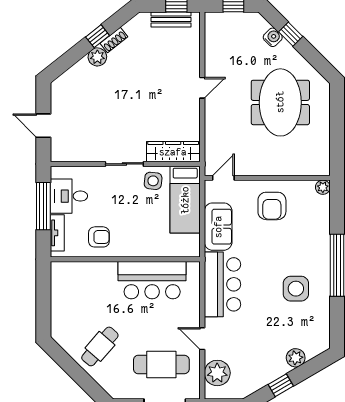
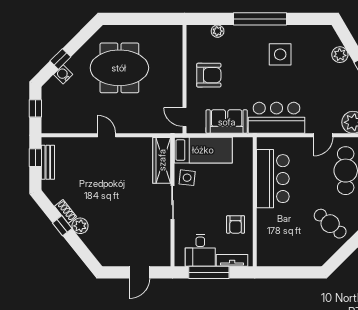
plant: (323, 187) -> (218, 31), moved
armchair: (99, 237) -> (236, 224), turned 180

